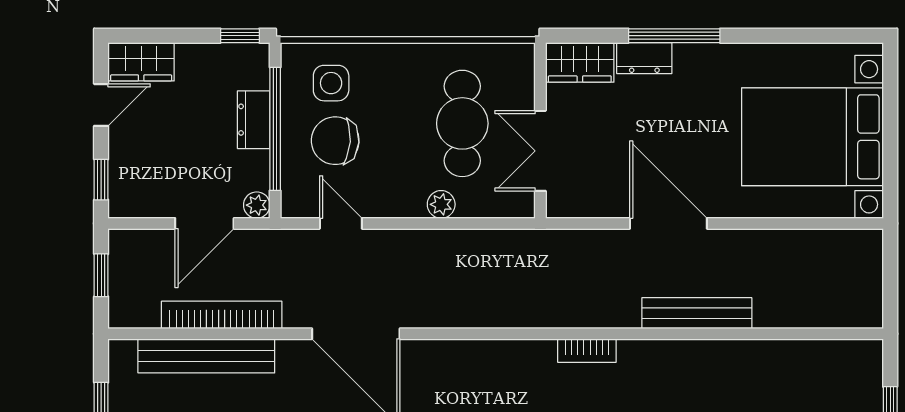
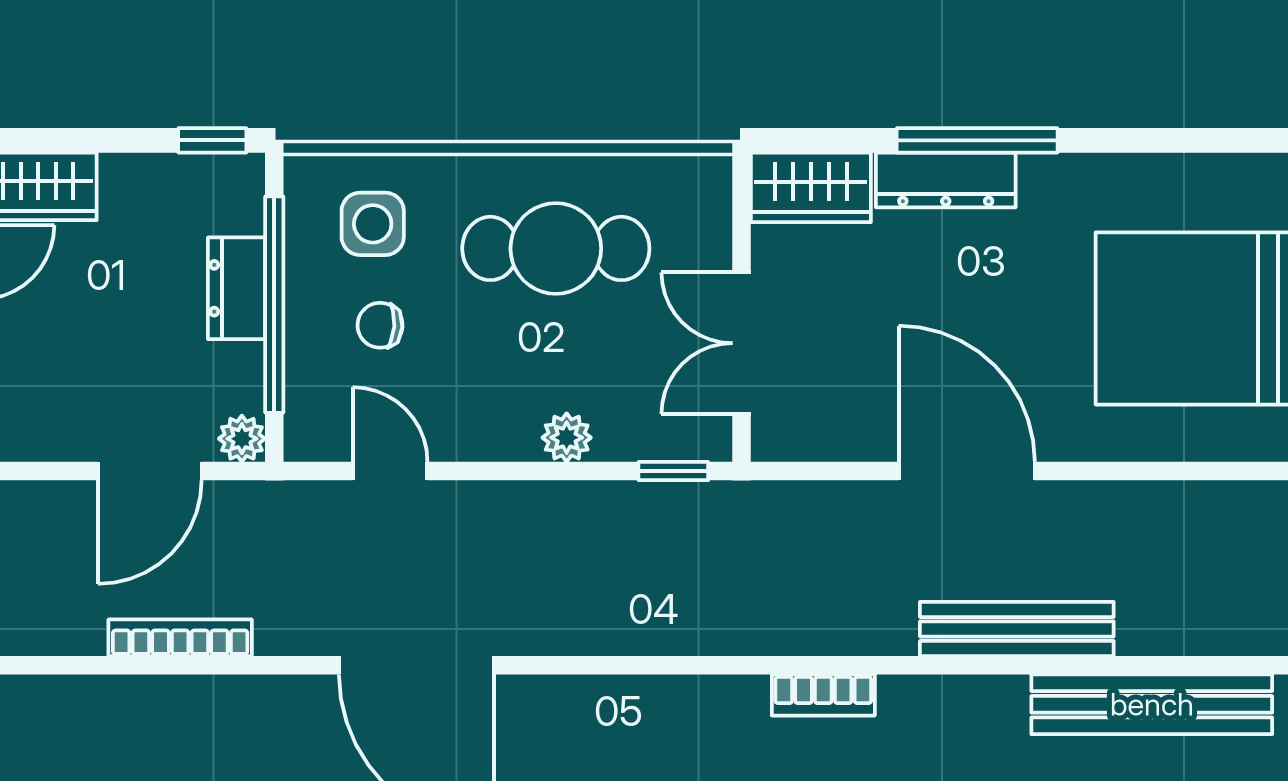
dresser: (644, 58) -> (946, 180), width x1.44
cafe table: (462, 123) -> (556, 248), moved, turned 90
chair: (335, 141) -> (380, 325), width x0.54, depth x0.54
window: (502, 223) -> (673, 471), added
bookcase: (222, 315) -> (180, 638), width x0.68, depth x0.76
bench: (206, 356) -> (1152, 704), moved

